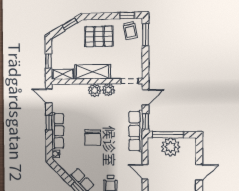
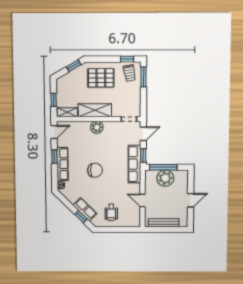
plant: (108, 90) -> (110, 127), removed
door: (49, 96) -> (54, 132), swing flipped
chair: (93, 138) -> (95, 170), turned -90

